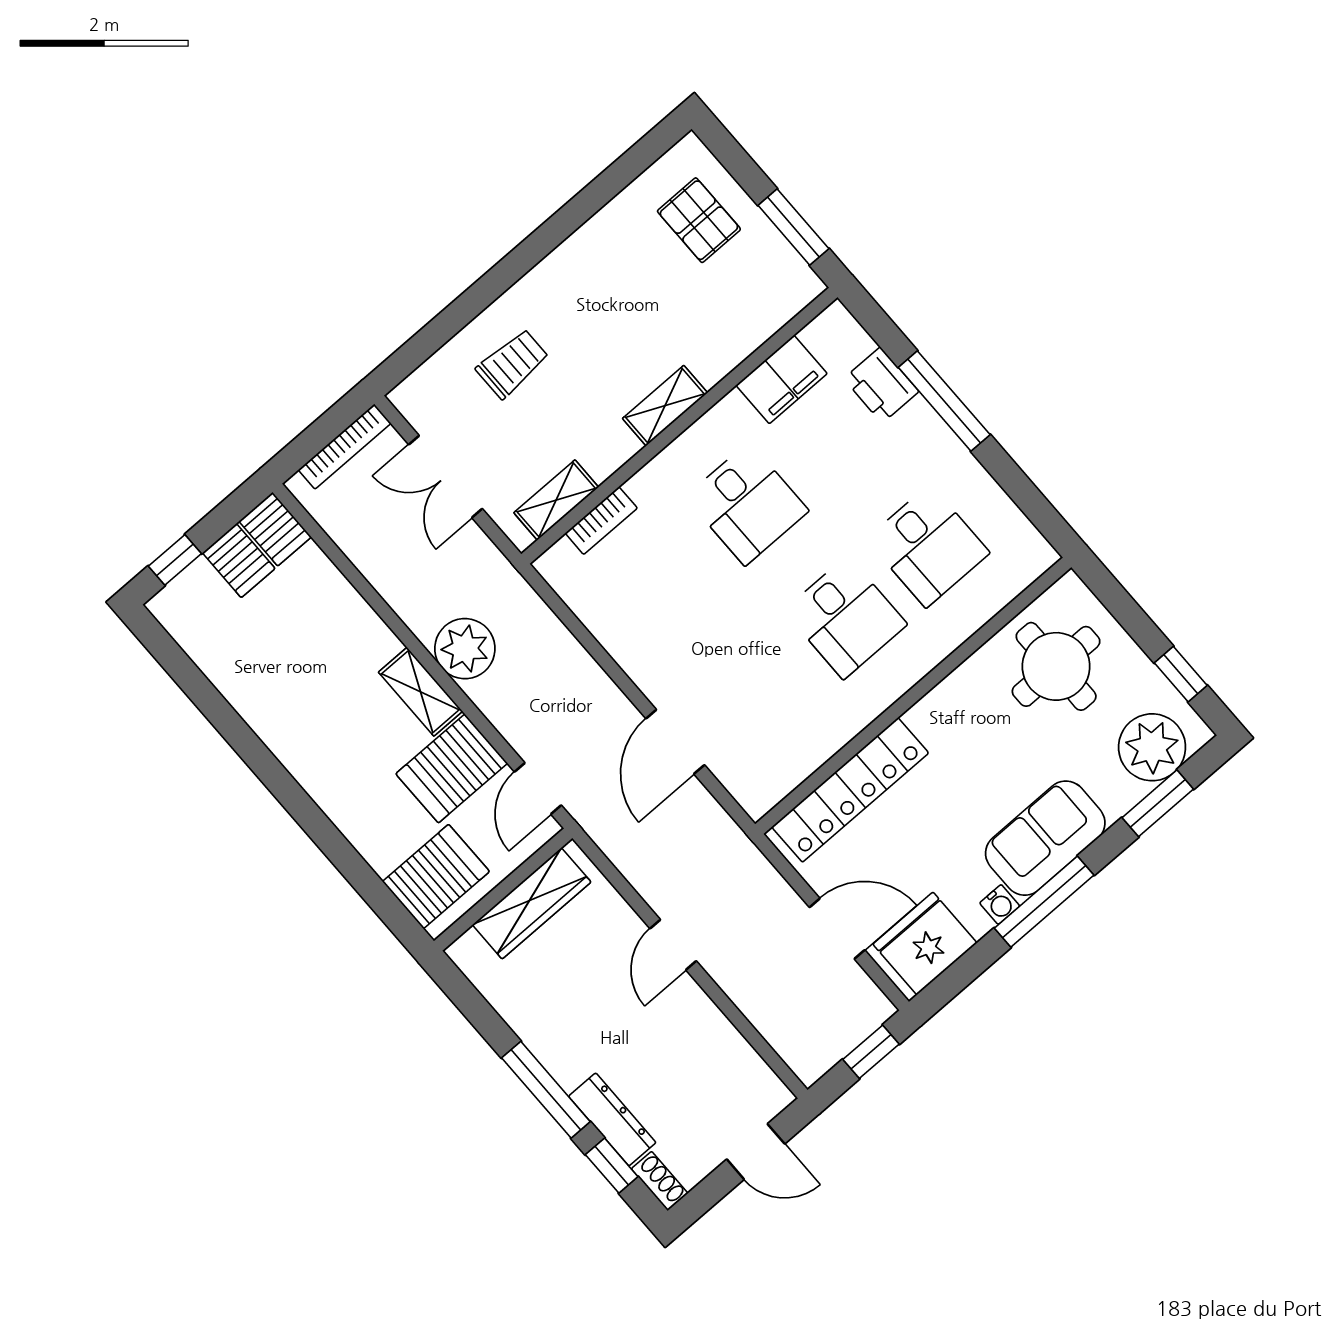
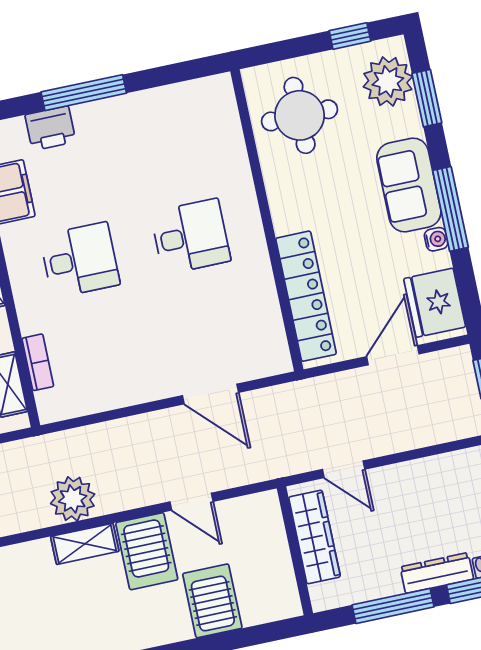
desk: (928, 546) -> (173, 156), removed
wall: (503, 890) -> (295, 551), moved
wardrobe: (532, 903) -> (314, 537), moved

